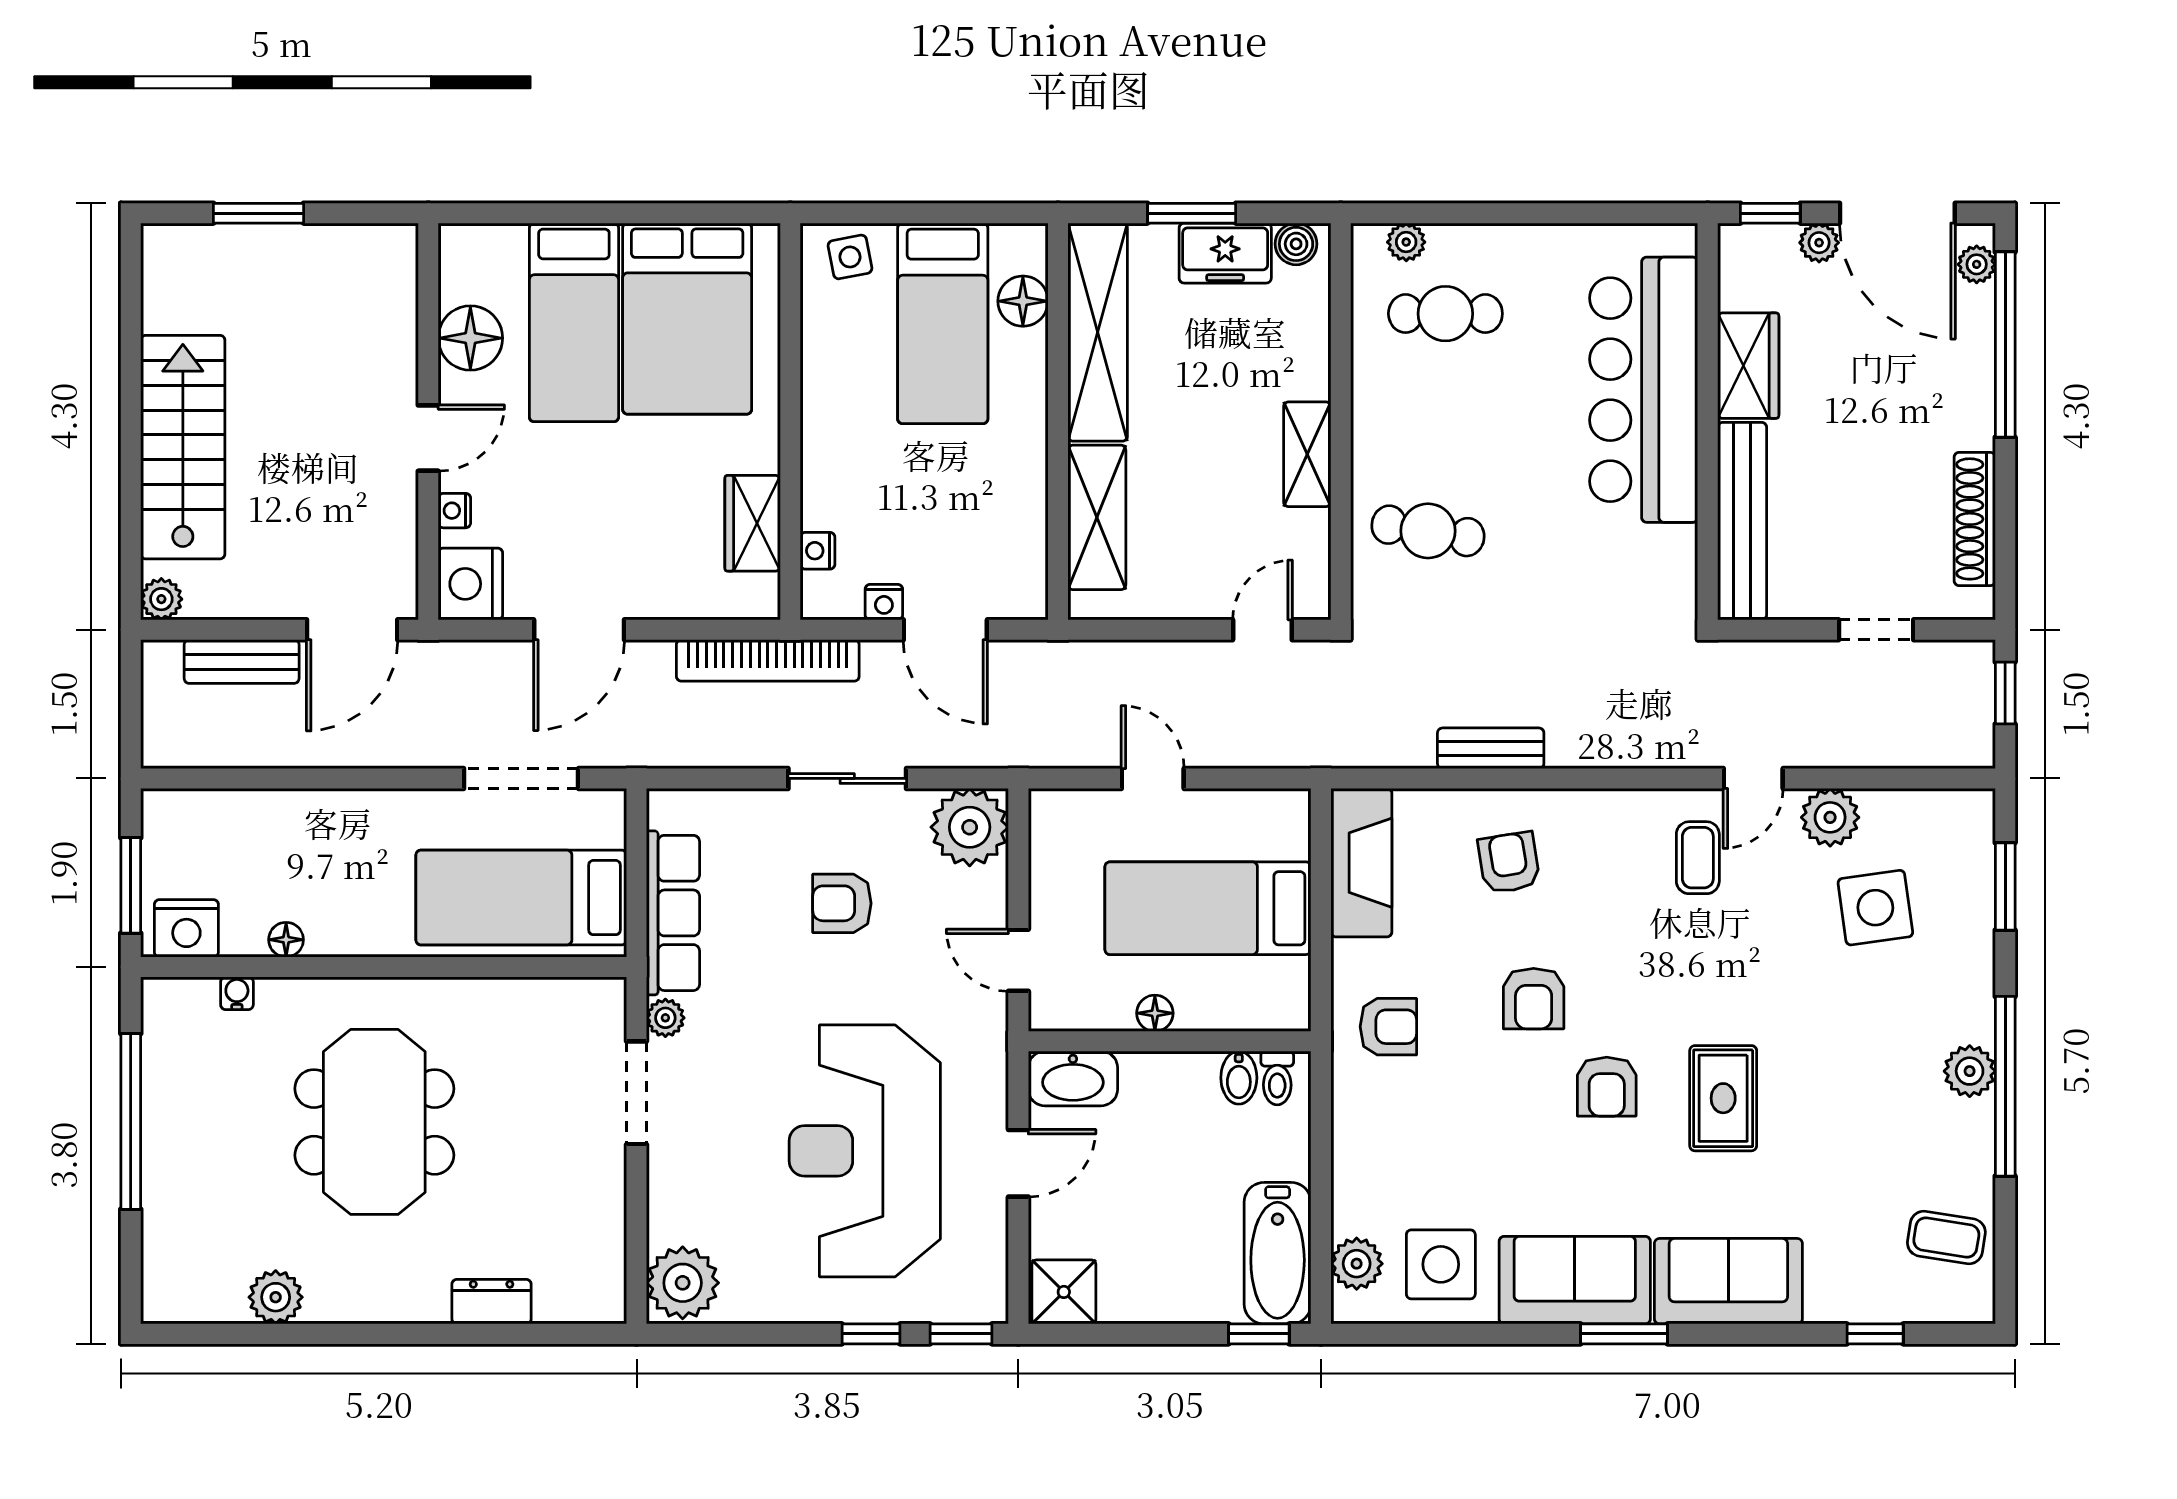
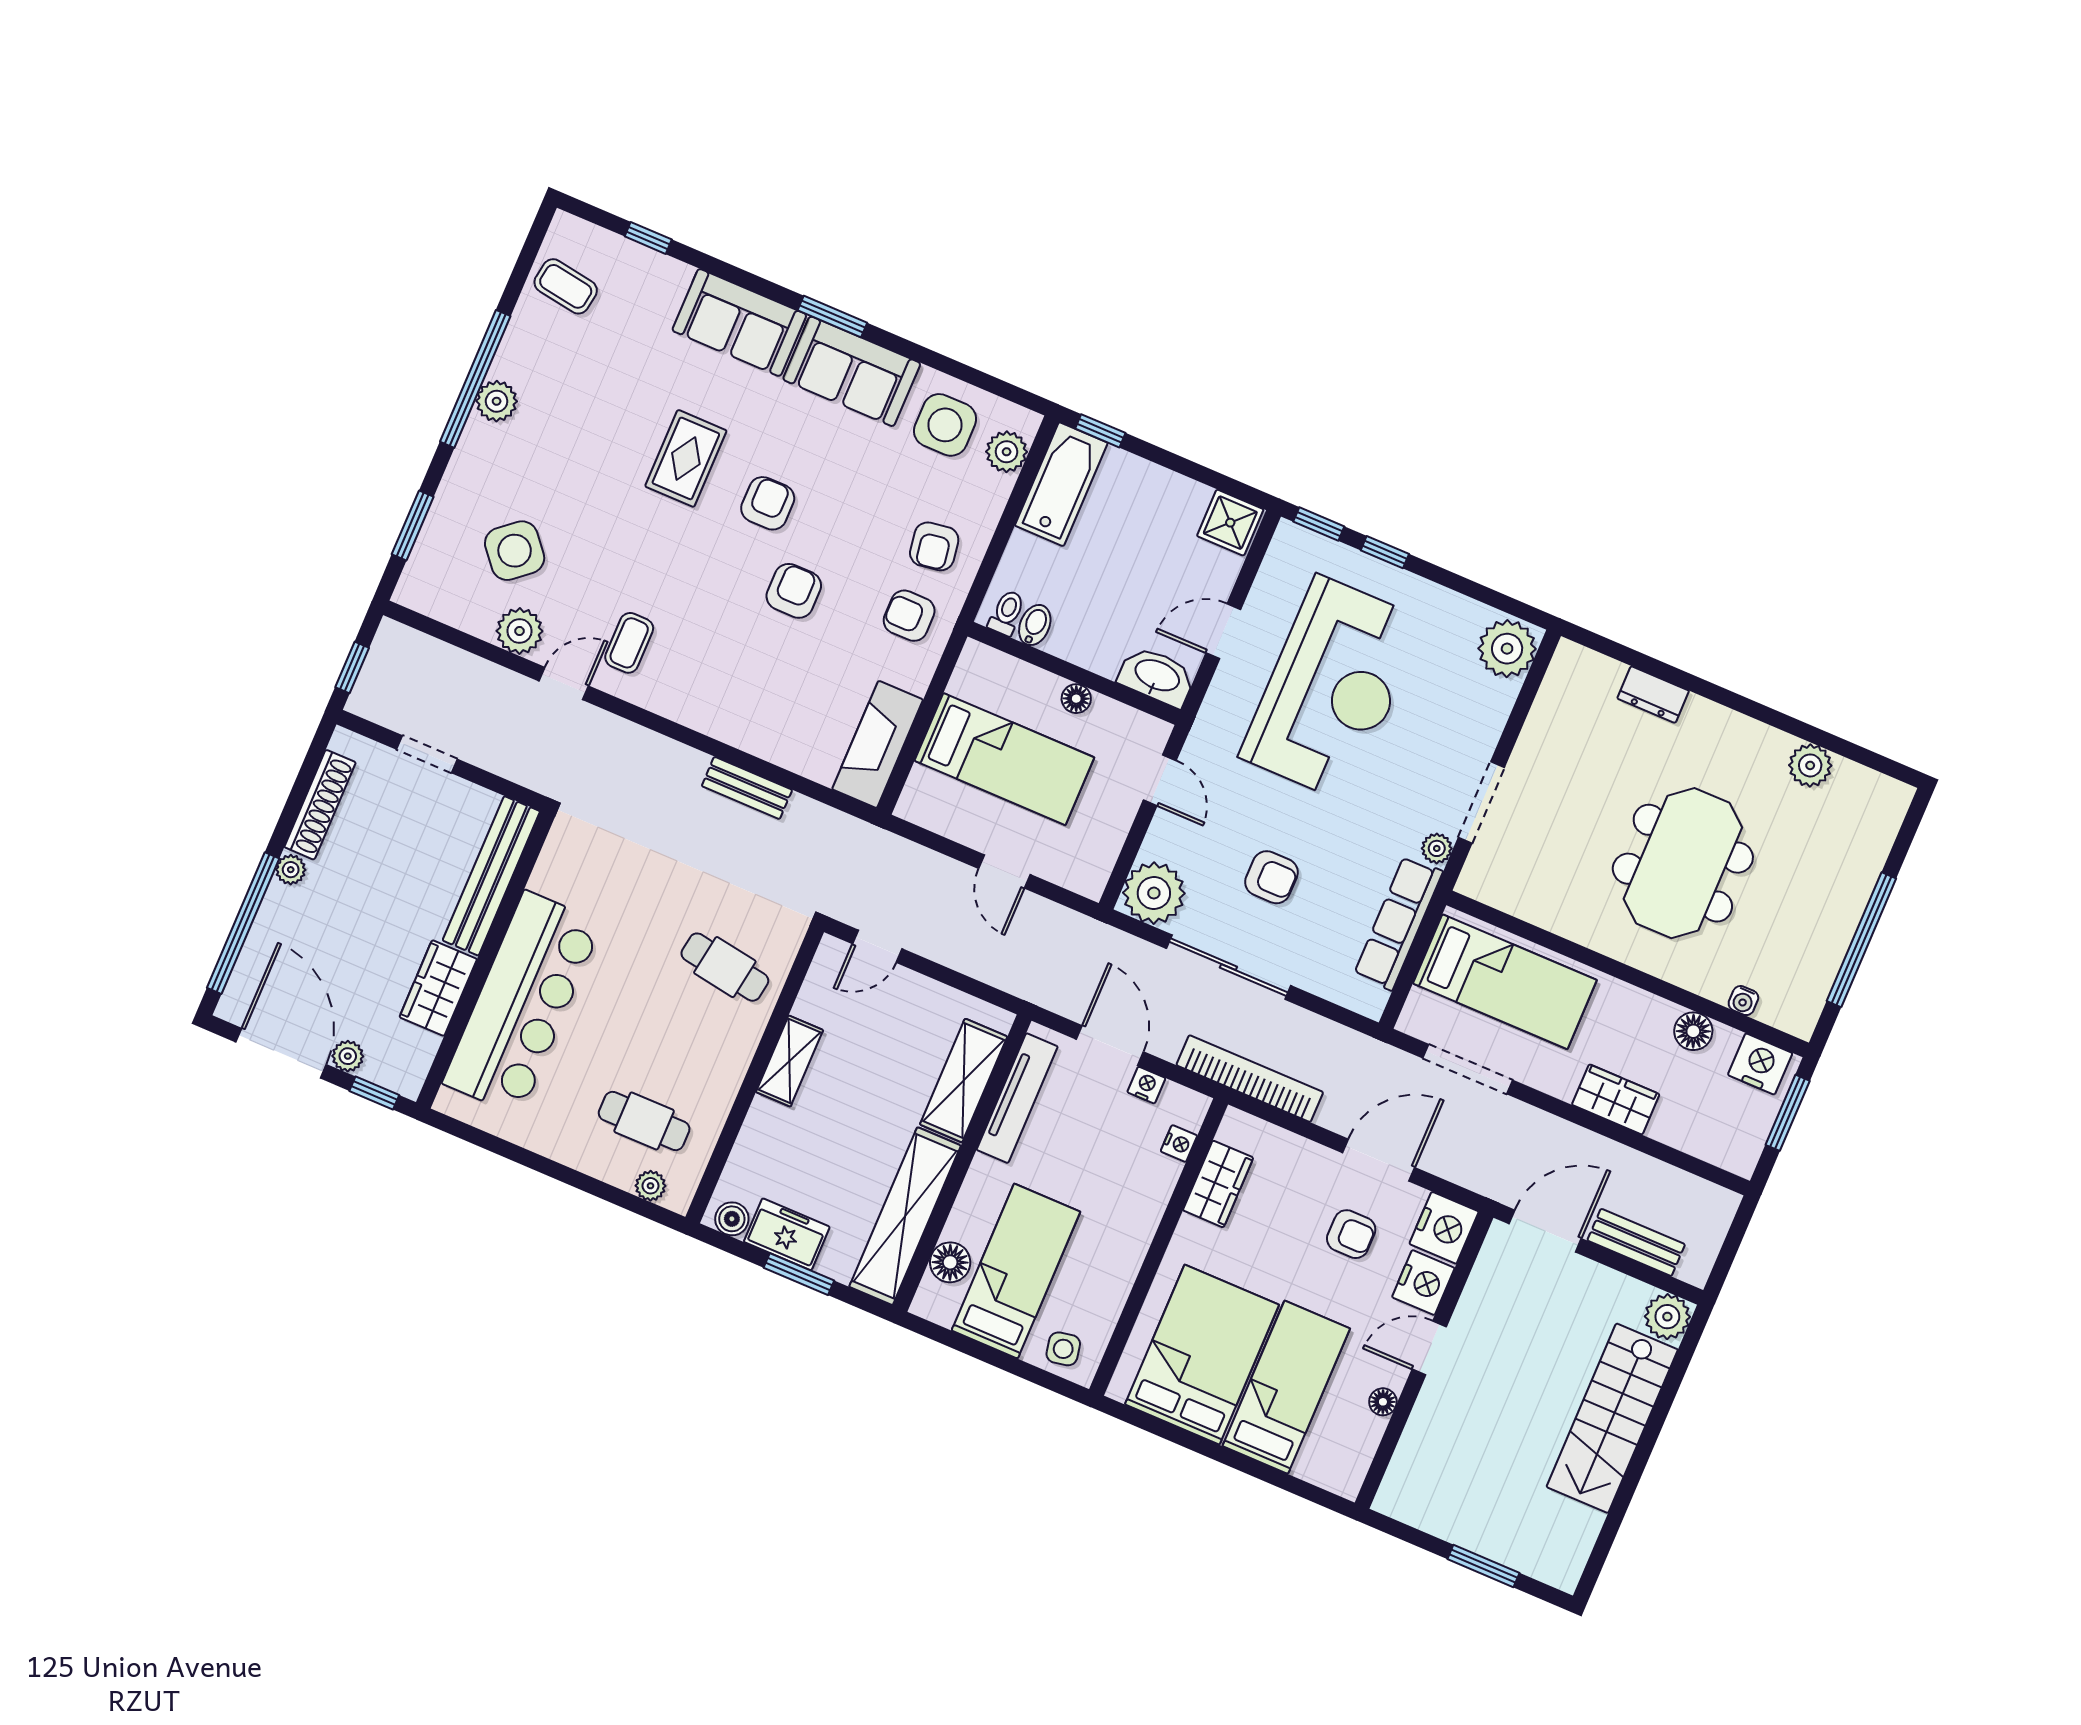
plant: (1977, 264) -> (291, 870), moved
floor lamp: (470, 338) -> (1383, 1402), width x0.53, depth x0.53
nightstand: (454, 511) -> (1423, 1283), width x1.89, depth x1.79
tv unit: (1026, 523) -> (1017, 1098), added
armchair: (574, 531) -> (1351, 1234), added
plant: (161, 599) -> (1667, 1317), width x1.38, depth x1.38
sliding door: (847, 778) -> (1228, 967), width x1.37
wardrobe: (336, 816) -> (1616, 1099), added
armchair: (1509, 863) -> (934, 546), moved
side table: (1875, 908) -> (515, 551), turned -32
floor lamp: (286, 940) -> (1693, 1031), width x1.37, depth x1.37

